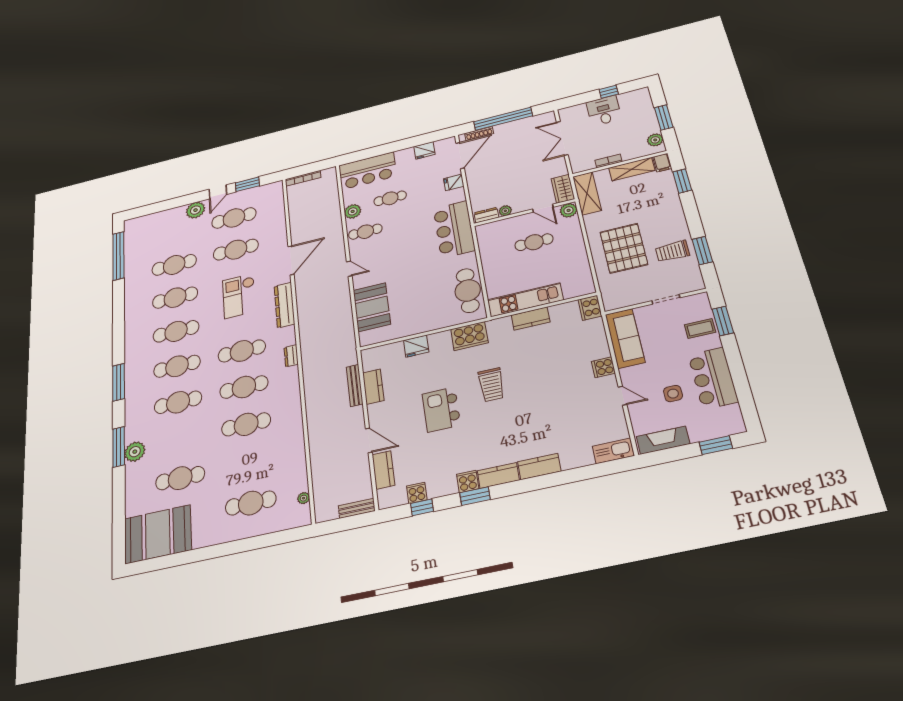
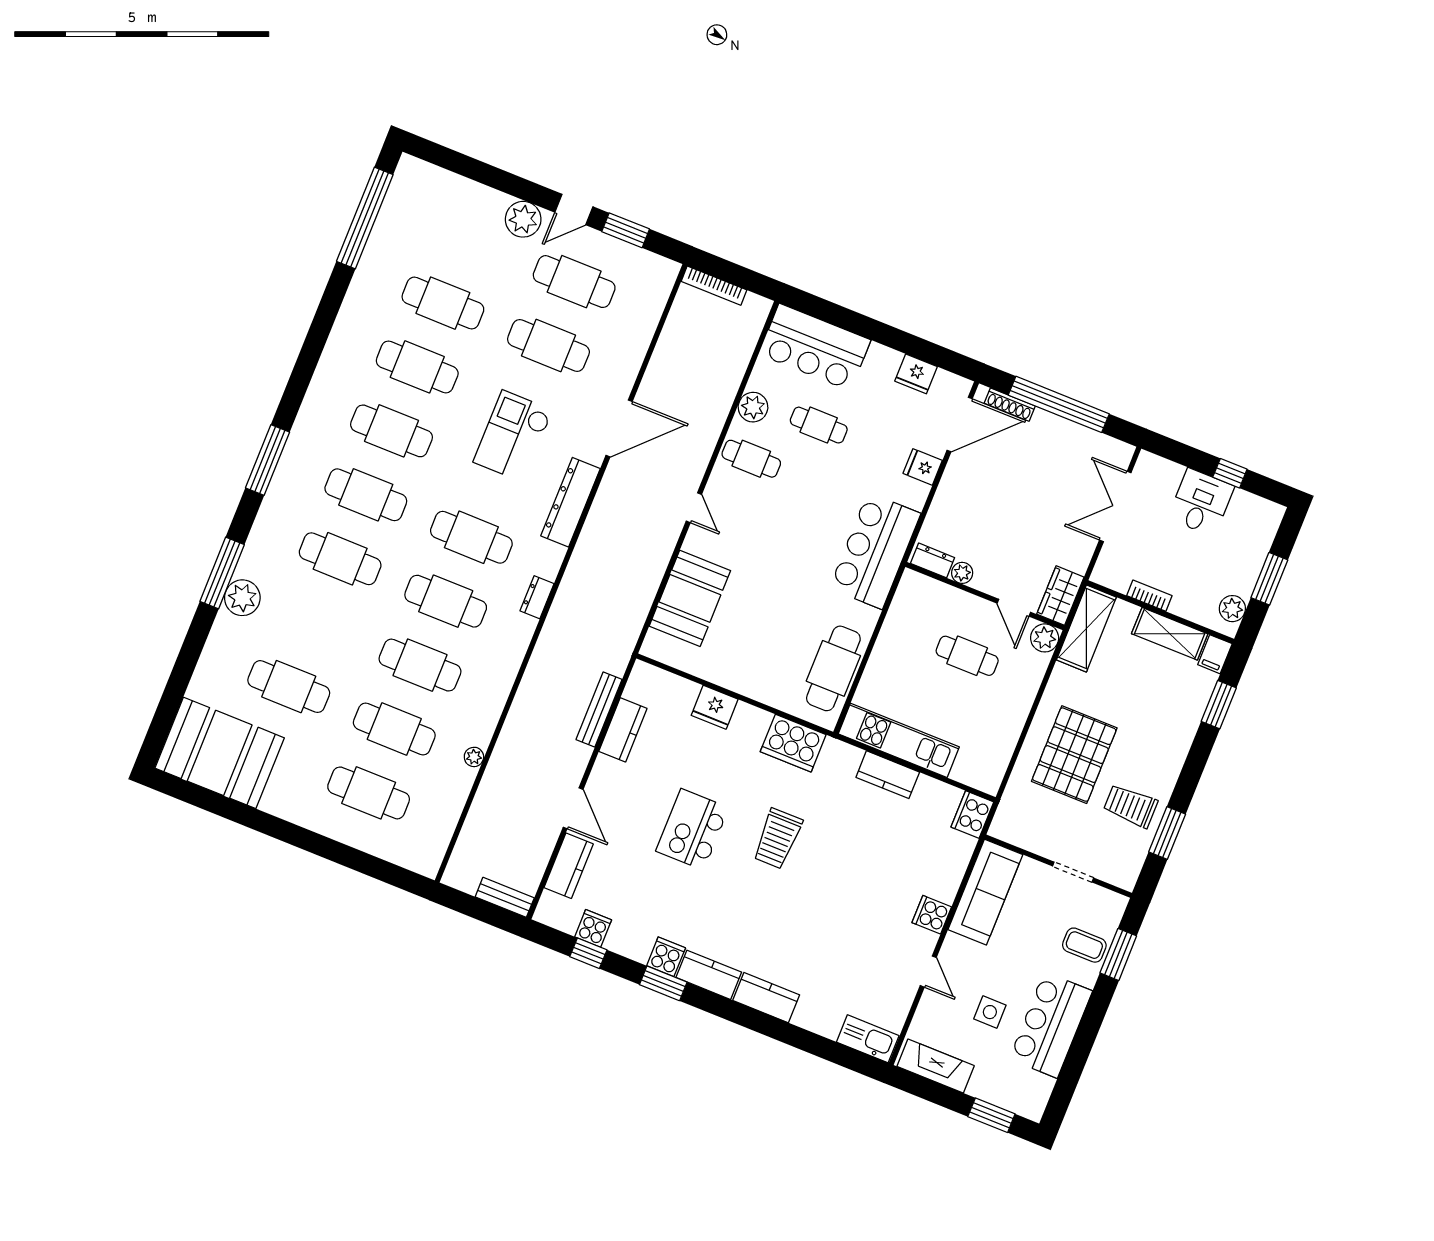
cafe table: (248, 463) -> (394, 729), added
plant: (304, 498) -> (474, 757), moved

